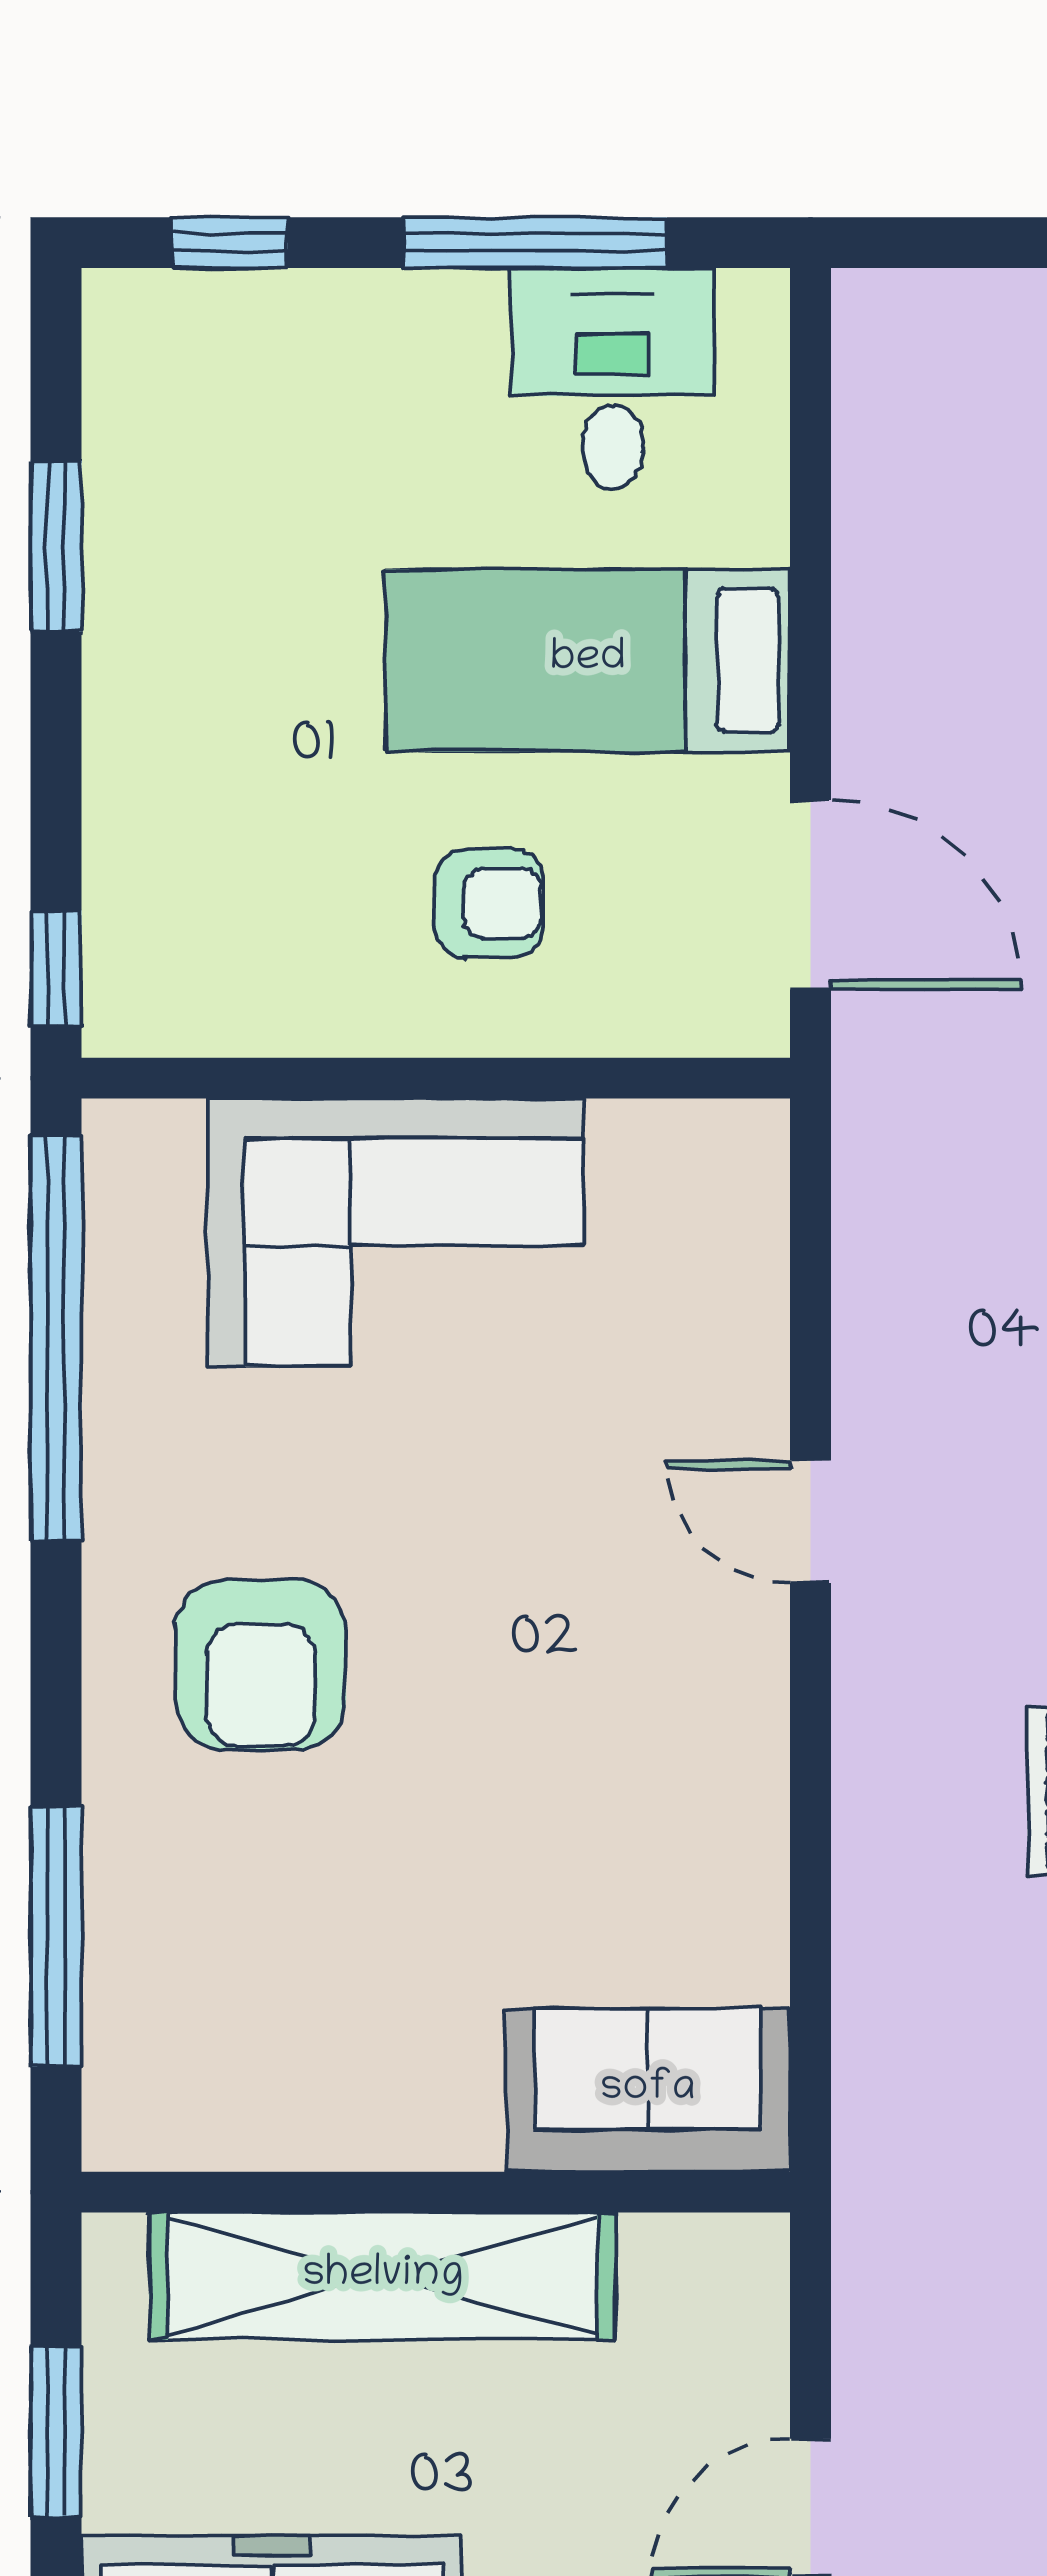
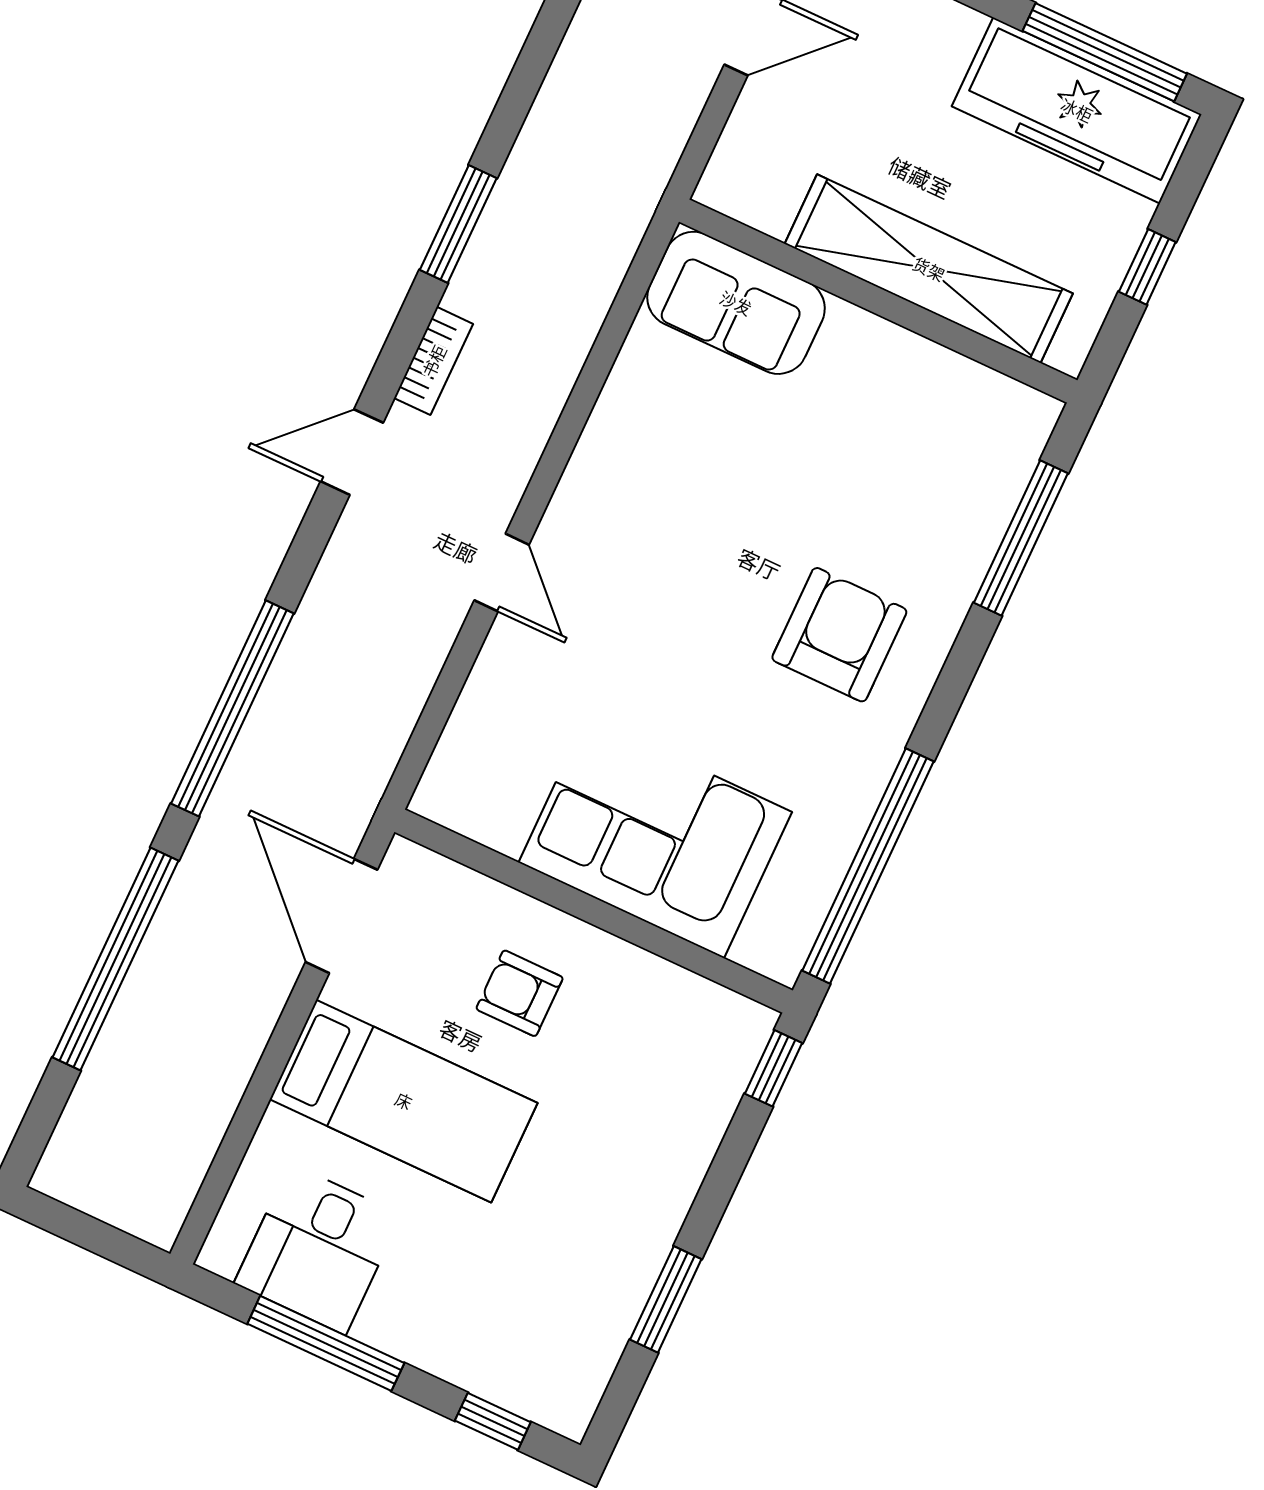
window: (56, 2432) -> (1147, 267), width x0.67

